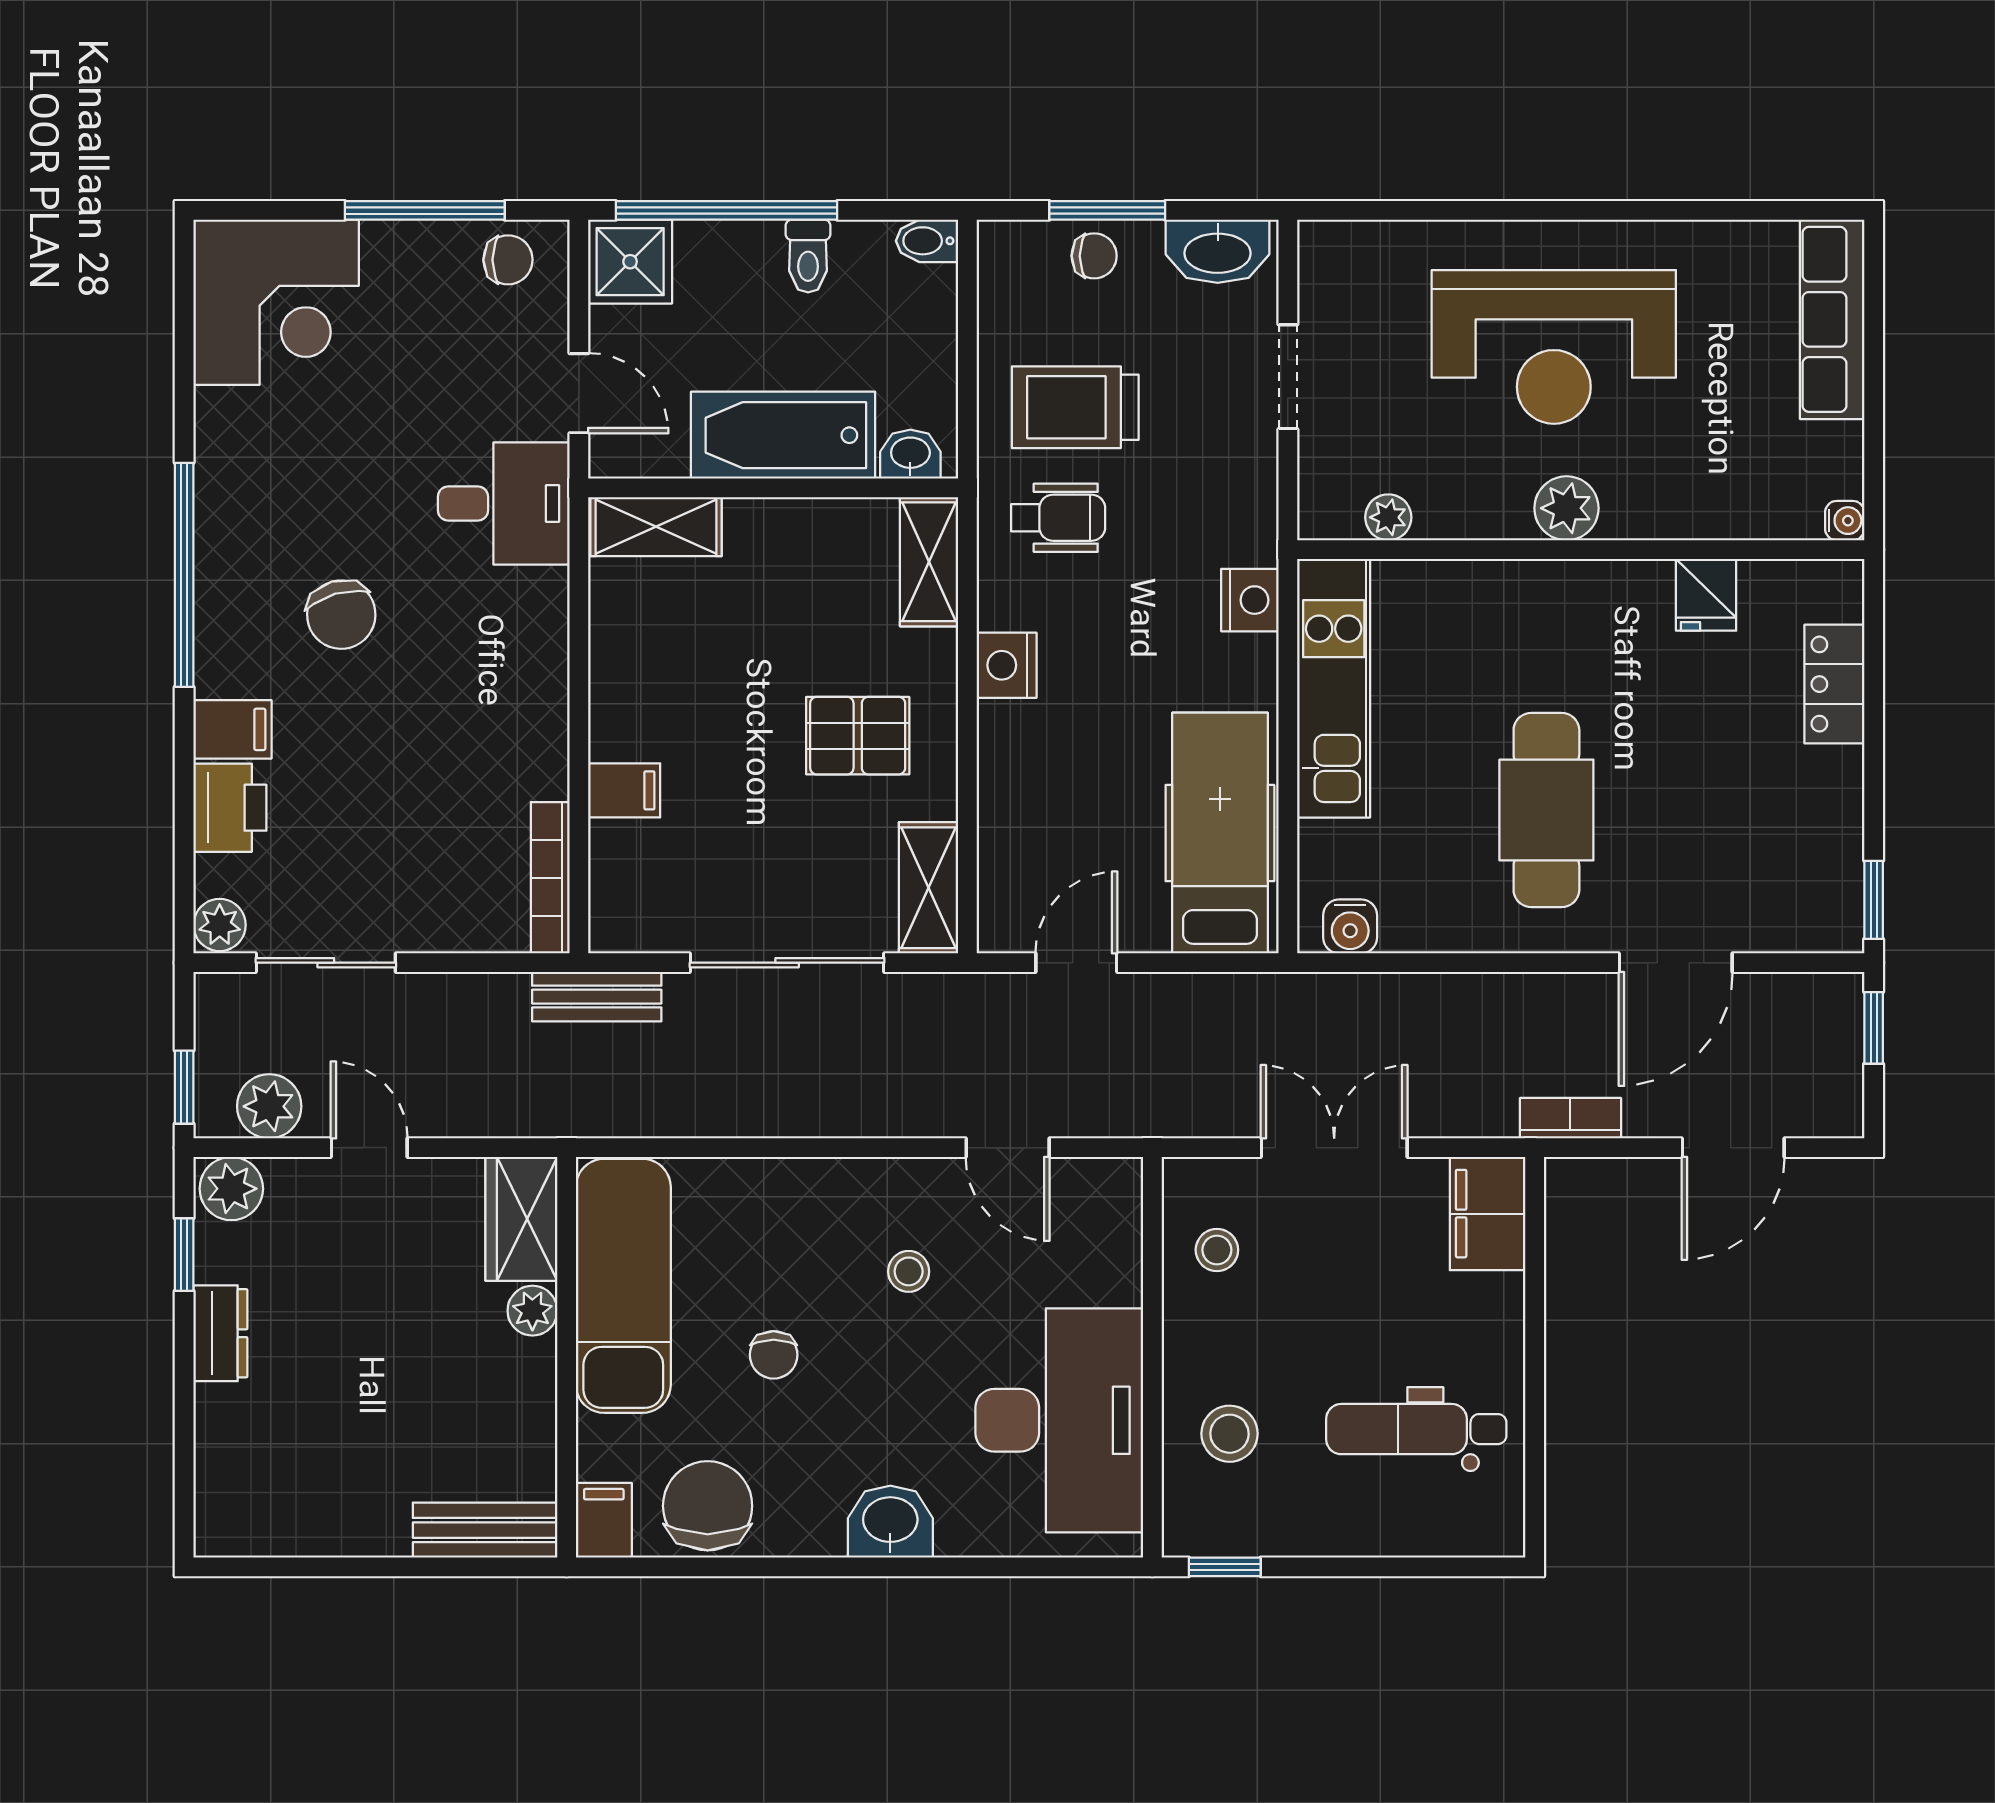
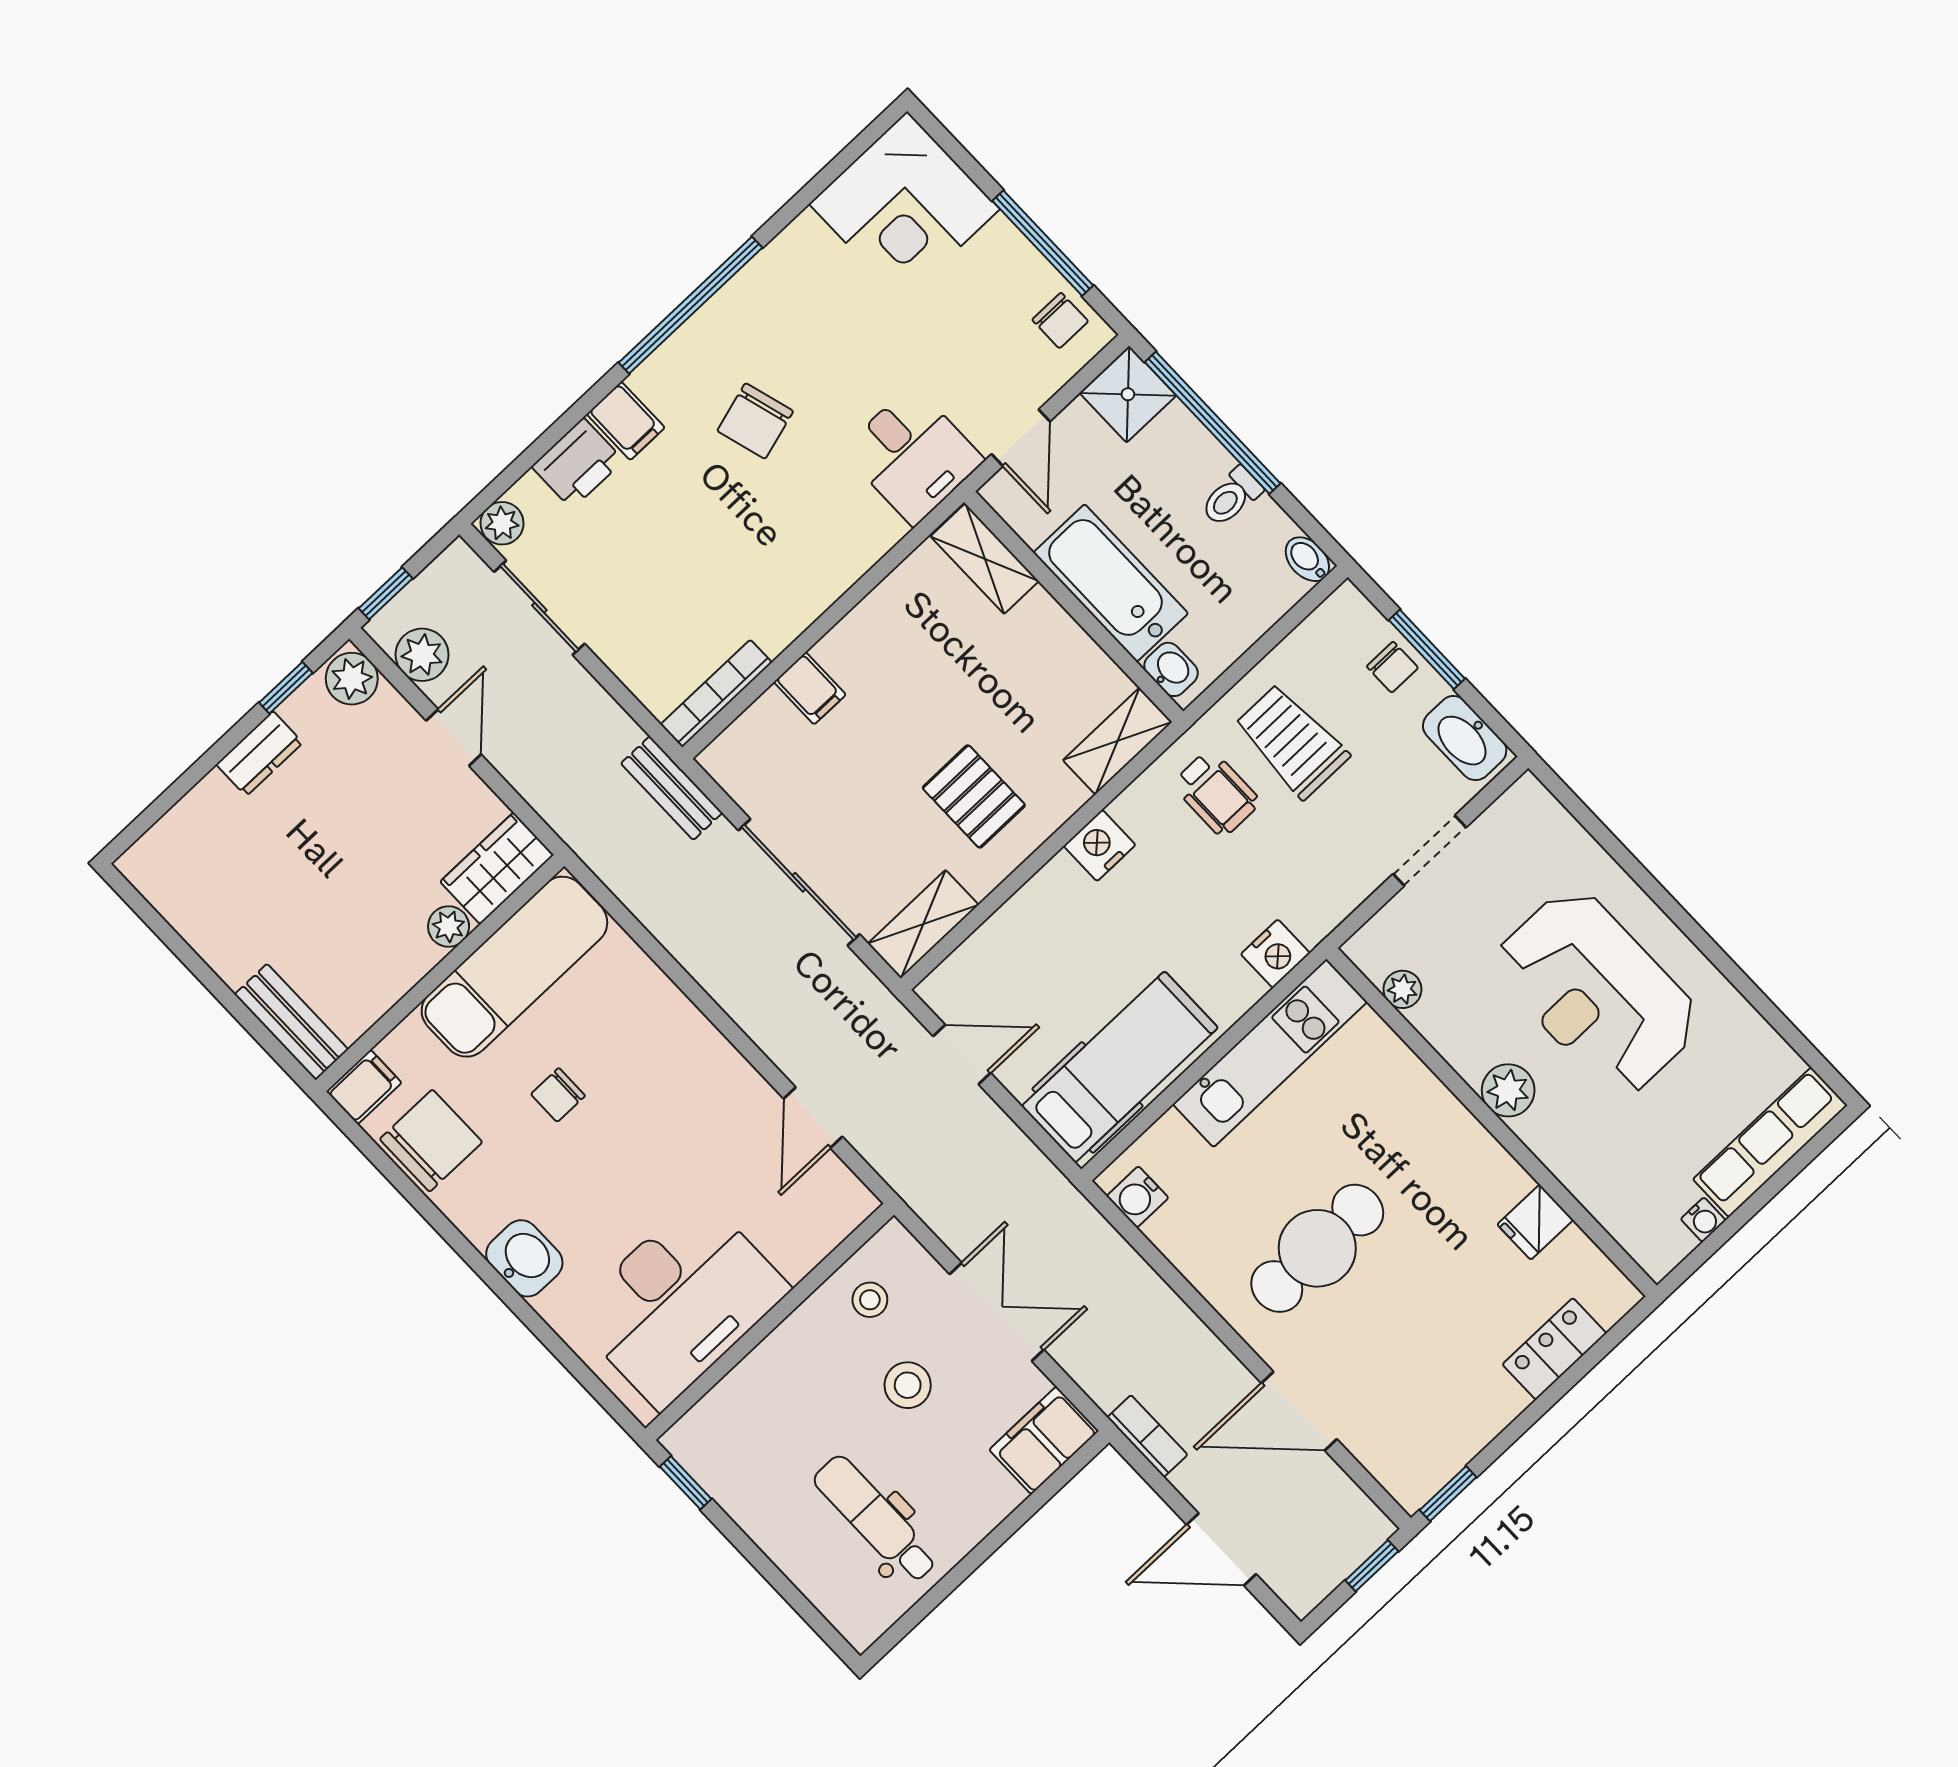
water cooler: (1845, 521) -> (1703, 1220), moved
stool: (909, 1271) -> (684, 1128), removed
stool: (1230, 1434) -> (908, 1385), moved

